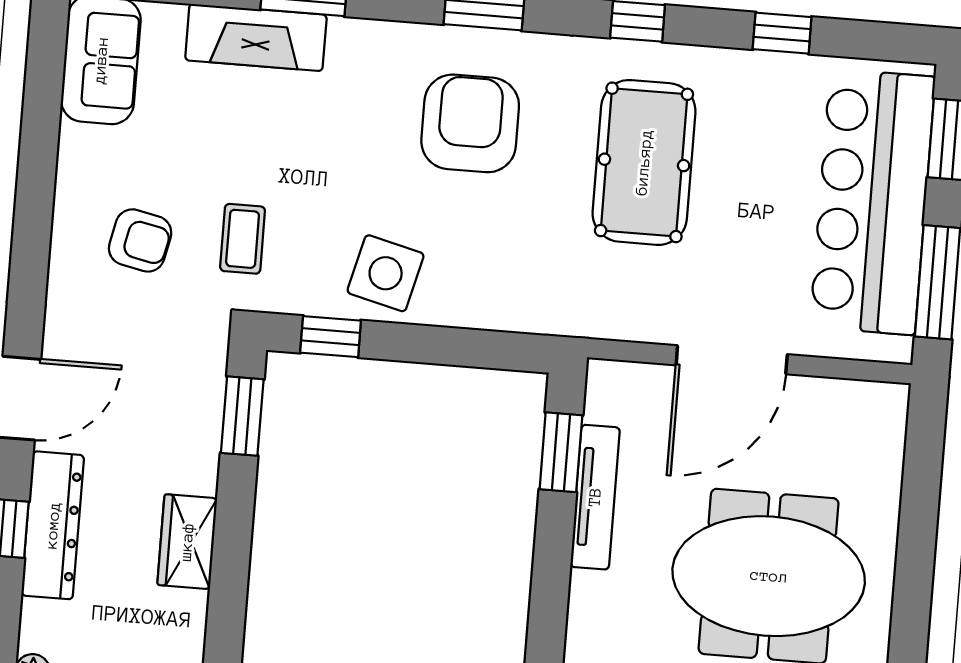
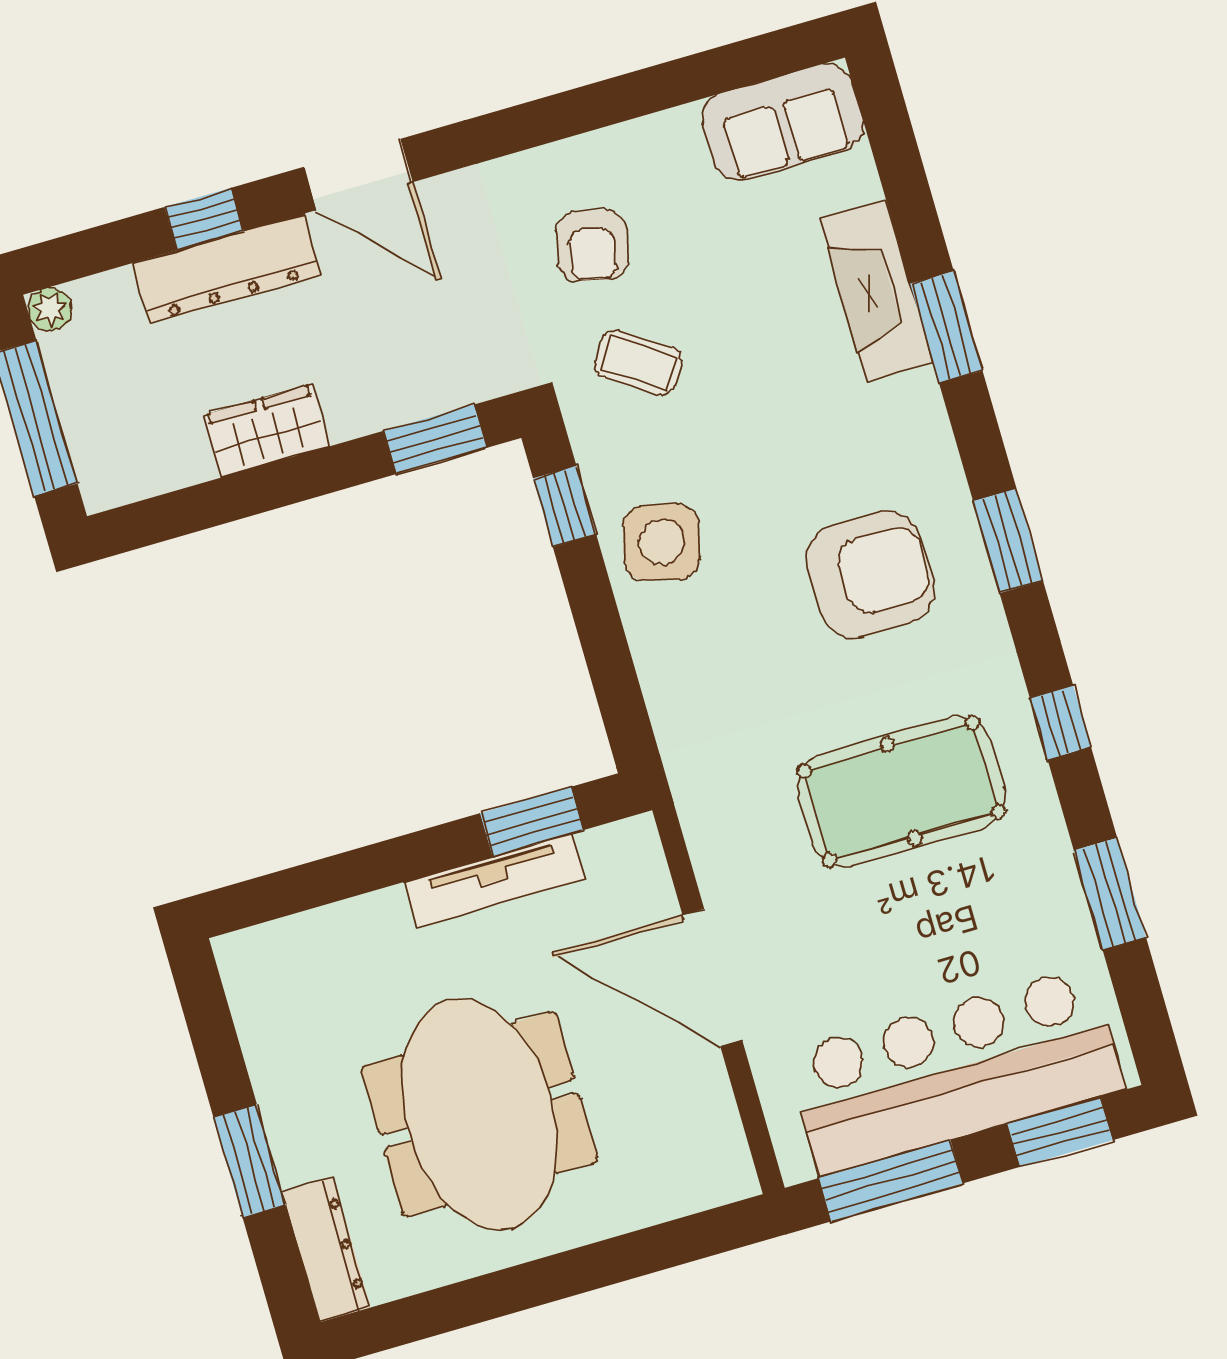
window: (782, 33) -> (1110, 894), width x1.50
coffee table: (243, 239) -> (639, 363), turned 33

